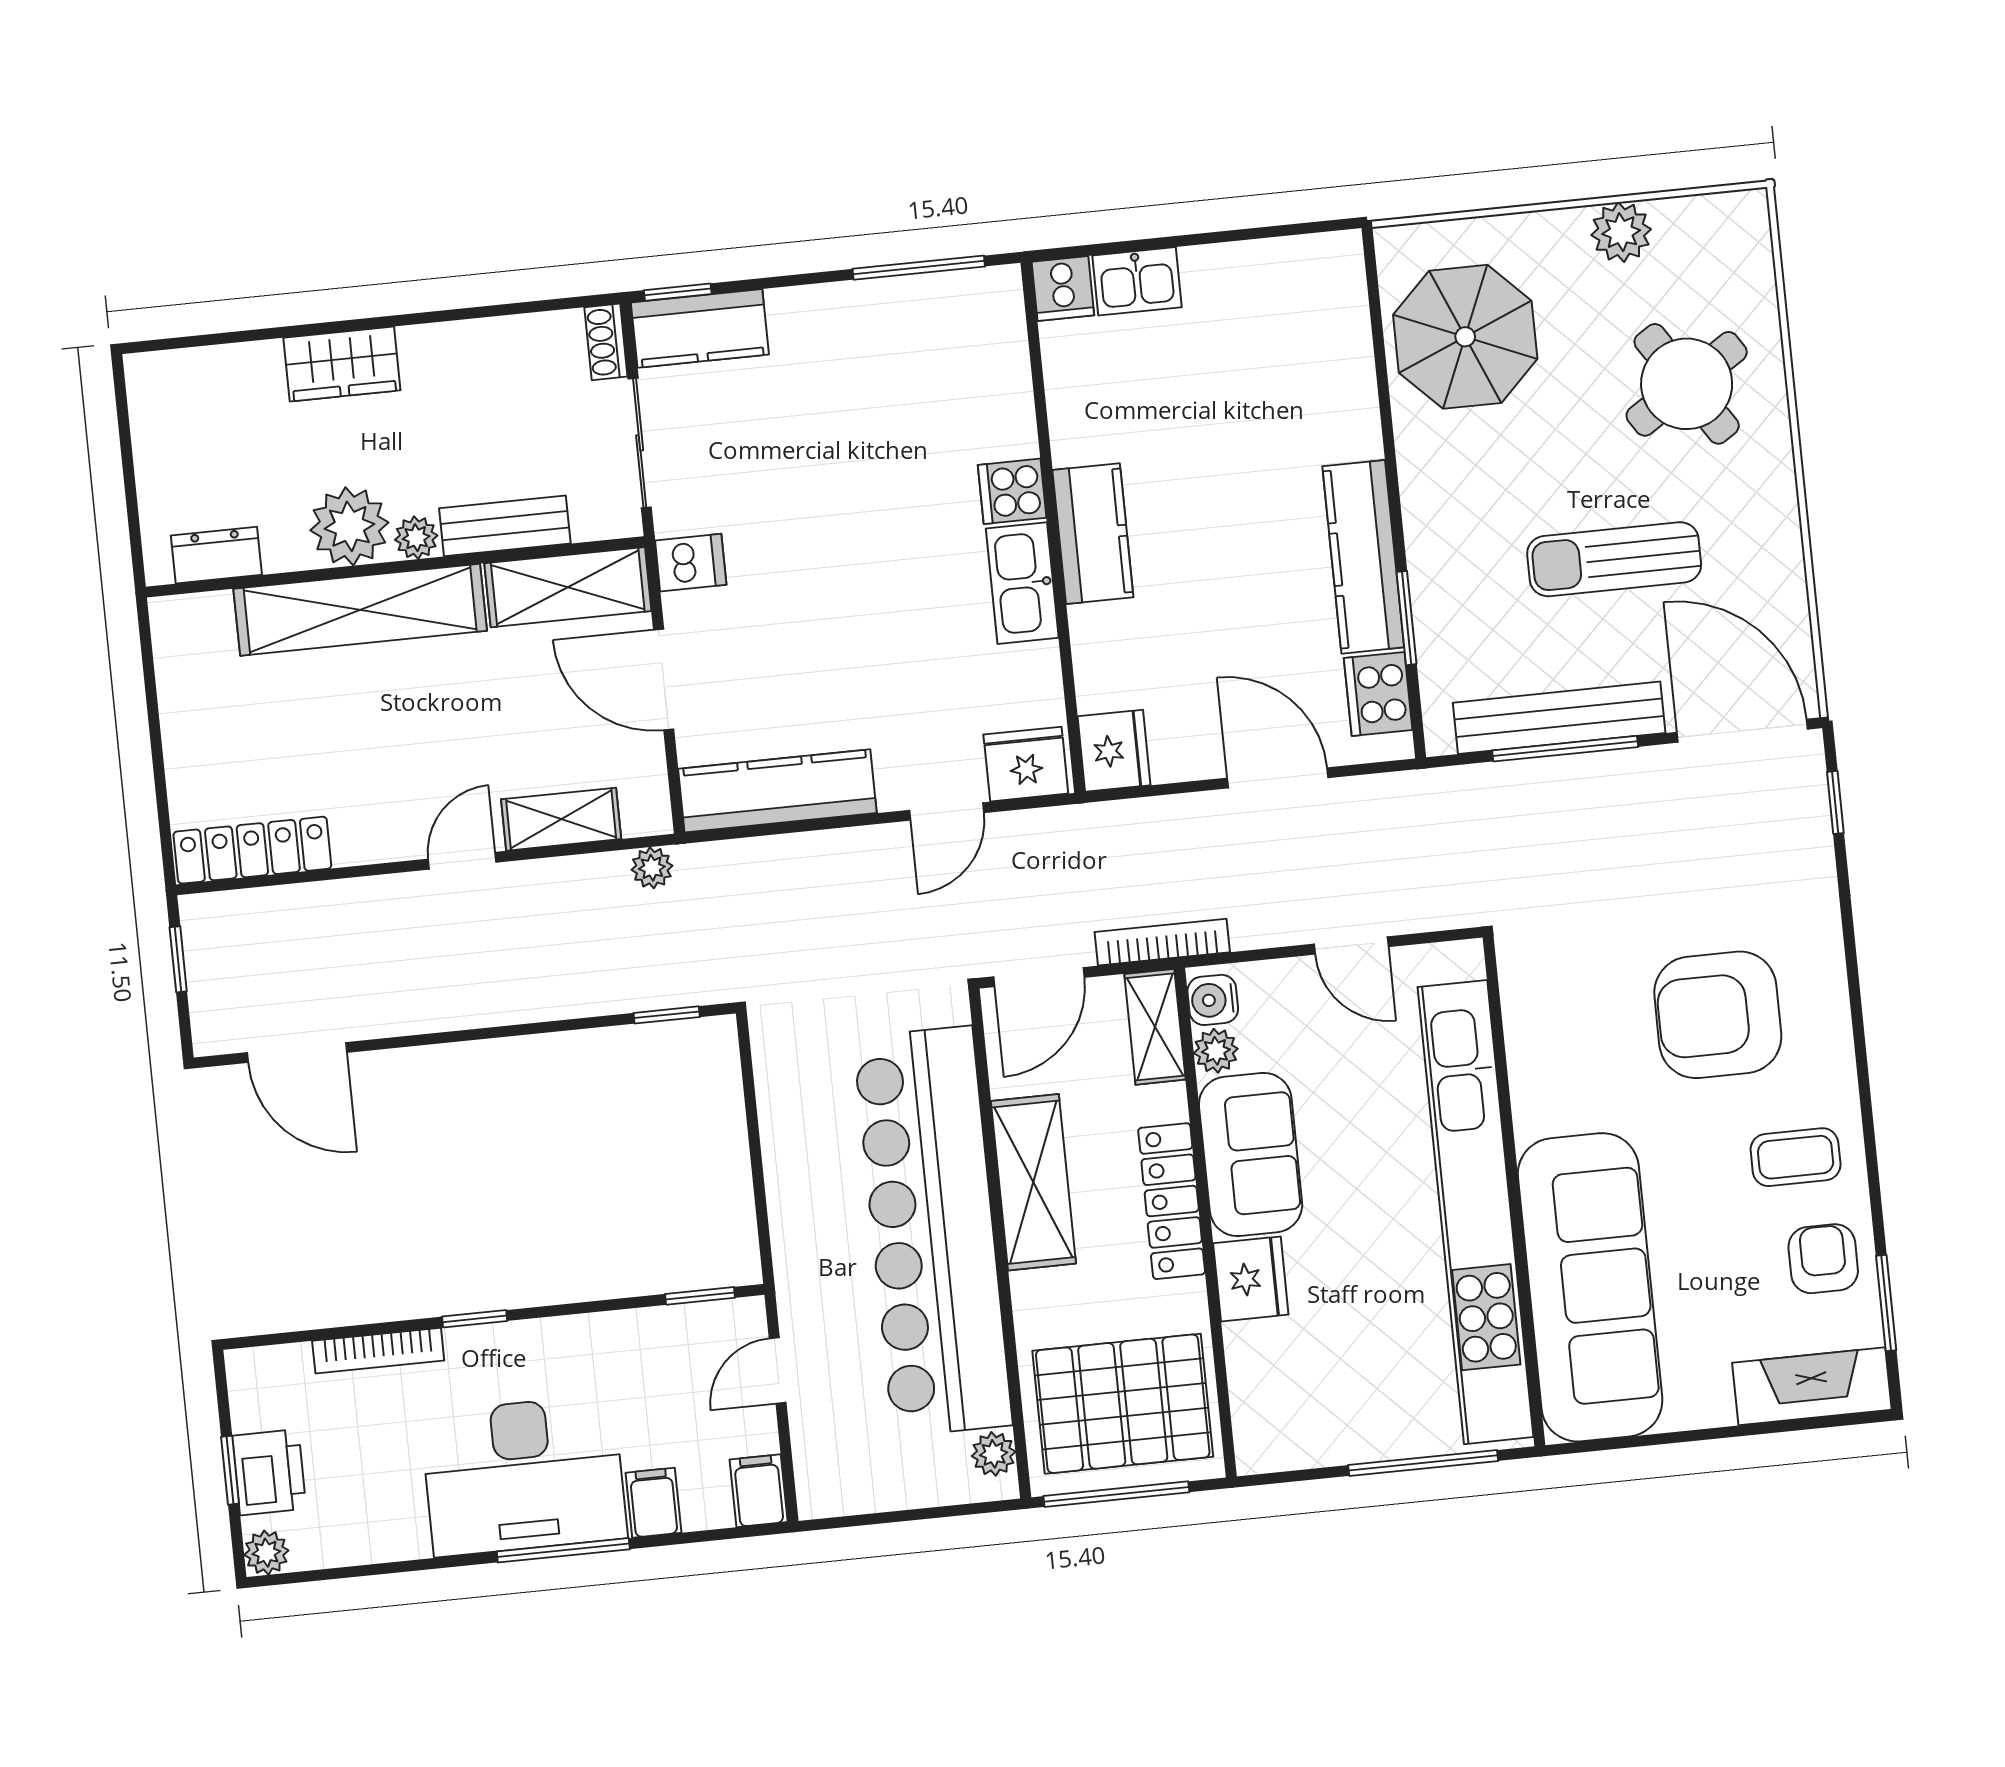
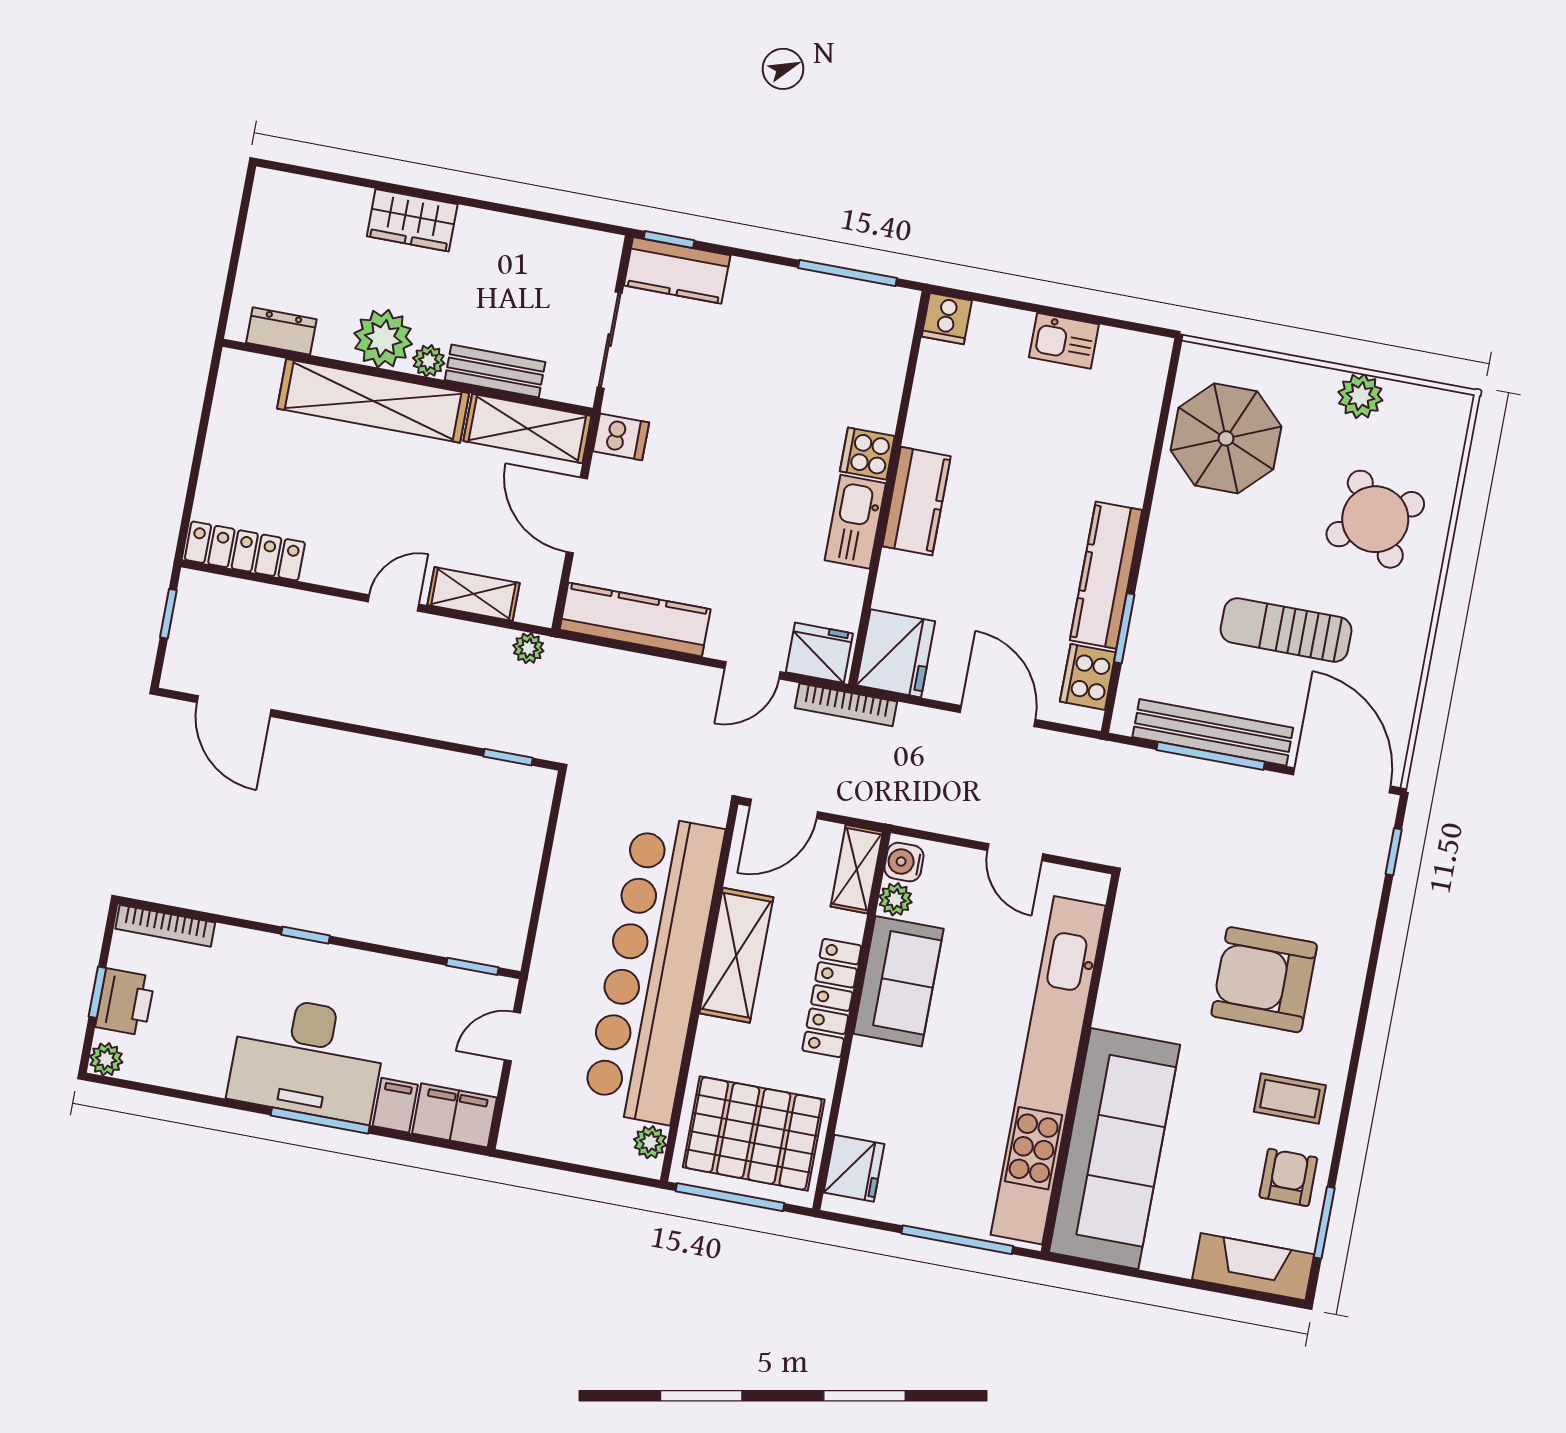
kitchen sink: (1137, 281) -> (1064, 341), moved
shoe rack: (606, 342) -> (607, 260), removed
fridge: (1114, 751) -> (896, 653), width x1.36, depth x1.34
bookcase: (1162, 942) -> (846, 705), moved, turned 180
fridge: (1251, 1279) -> (854, 1168), moved
bookcase: (378, 1351) -> (165, 926), moved
filing cabinet: (759, 1491) -> (454, 1115), width x2.00

